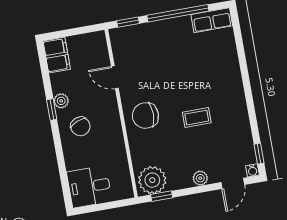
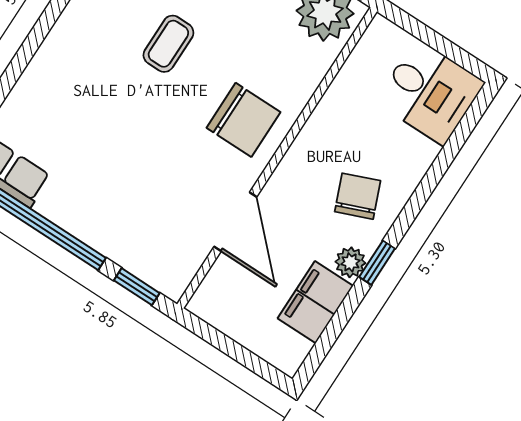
filing cabinet: (57, 55) -> (315, 302), moved
door: (115, 77) -> (235, 222), width x1.38
coffee table: (197, 118) -> (168, 44), turned 90

